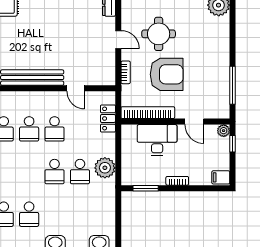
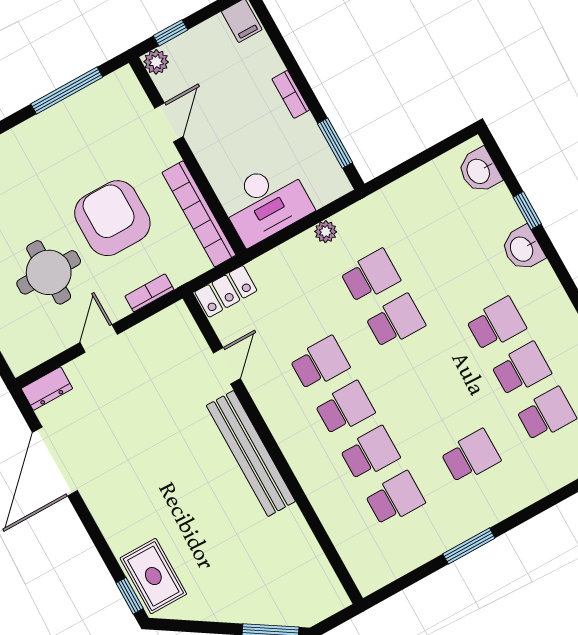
locker: (108, 118) -> (226, 291), moved
desk: (157, 140) -> (266, 203), moved, turned -90
plant: (105, 168) -> (326, 232), width x0.53, depth x0.53

